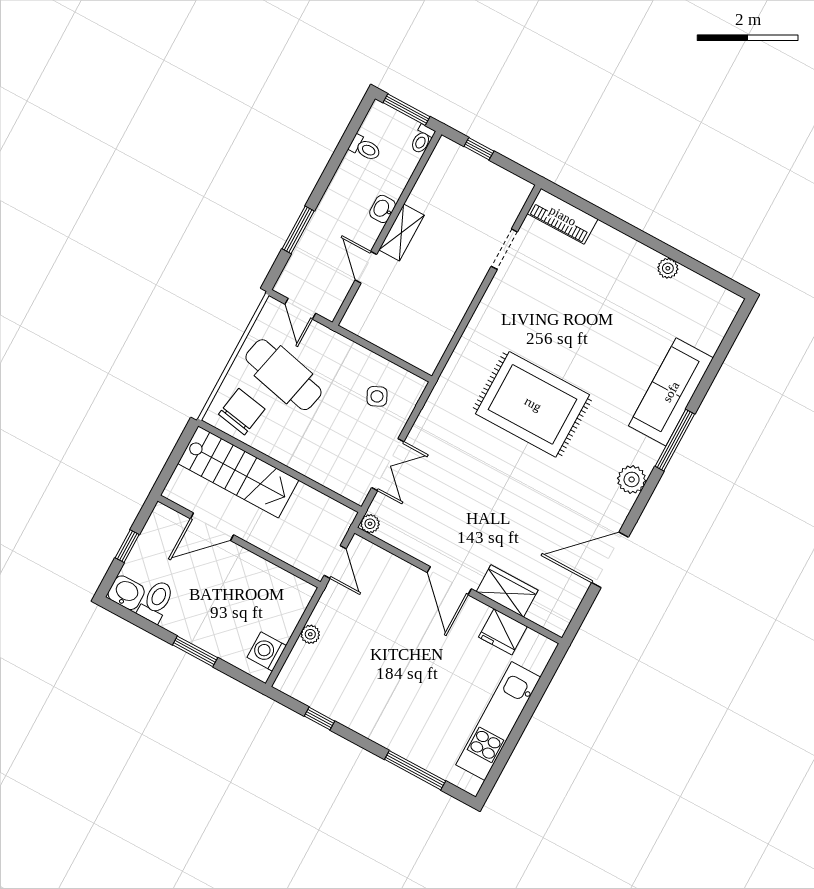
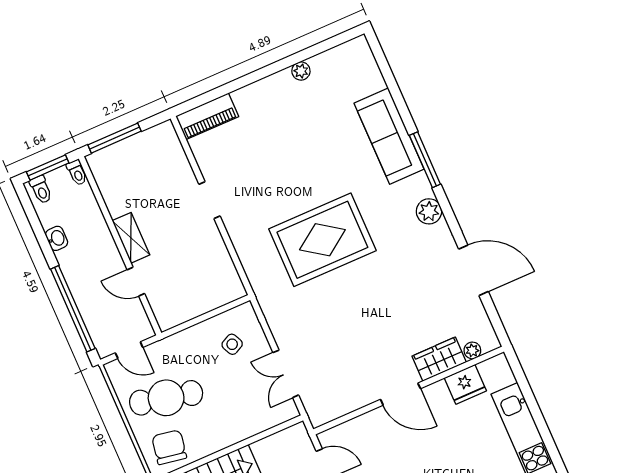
toilet: (365, 148) -> (41, 190), moved, turned 90
window: (479, 149) -> (114, 138), width x2.17
washbasin: (383, 209) -> (57, 238), moved, turned 180
window: (298, 230) -> (73, 309), width x2.11
doorway: (504, 249) -> (210, 200), moved
double door: (388, 465) -> (286, 374), swing flipped
plant: (370, 524) -> (472, 350), moved
door: (610, 560) -> (473, 270), swing flipped

